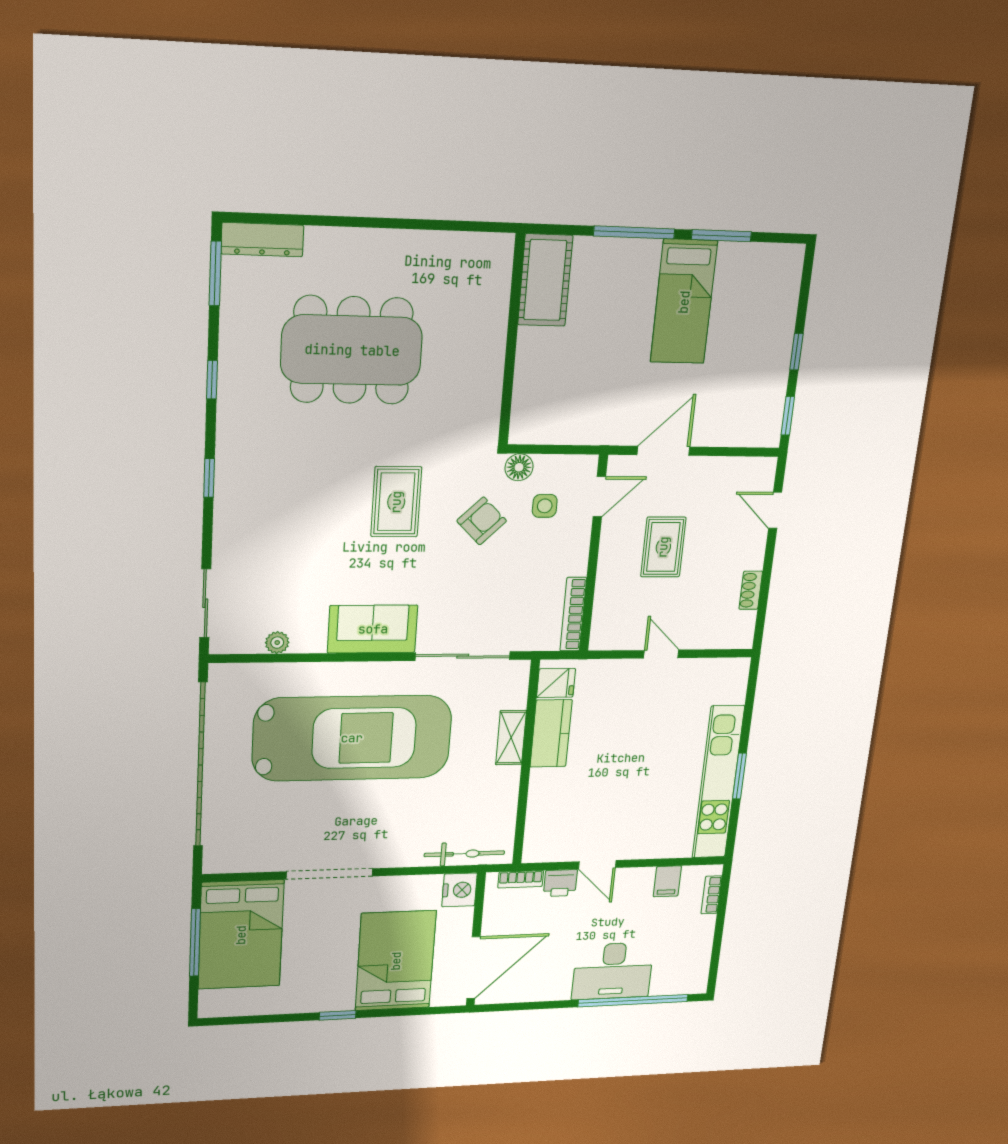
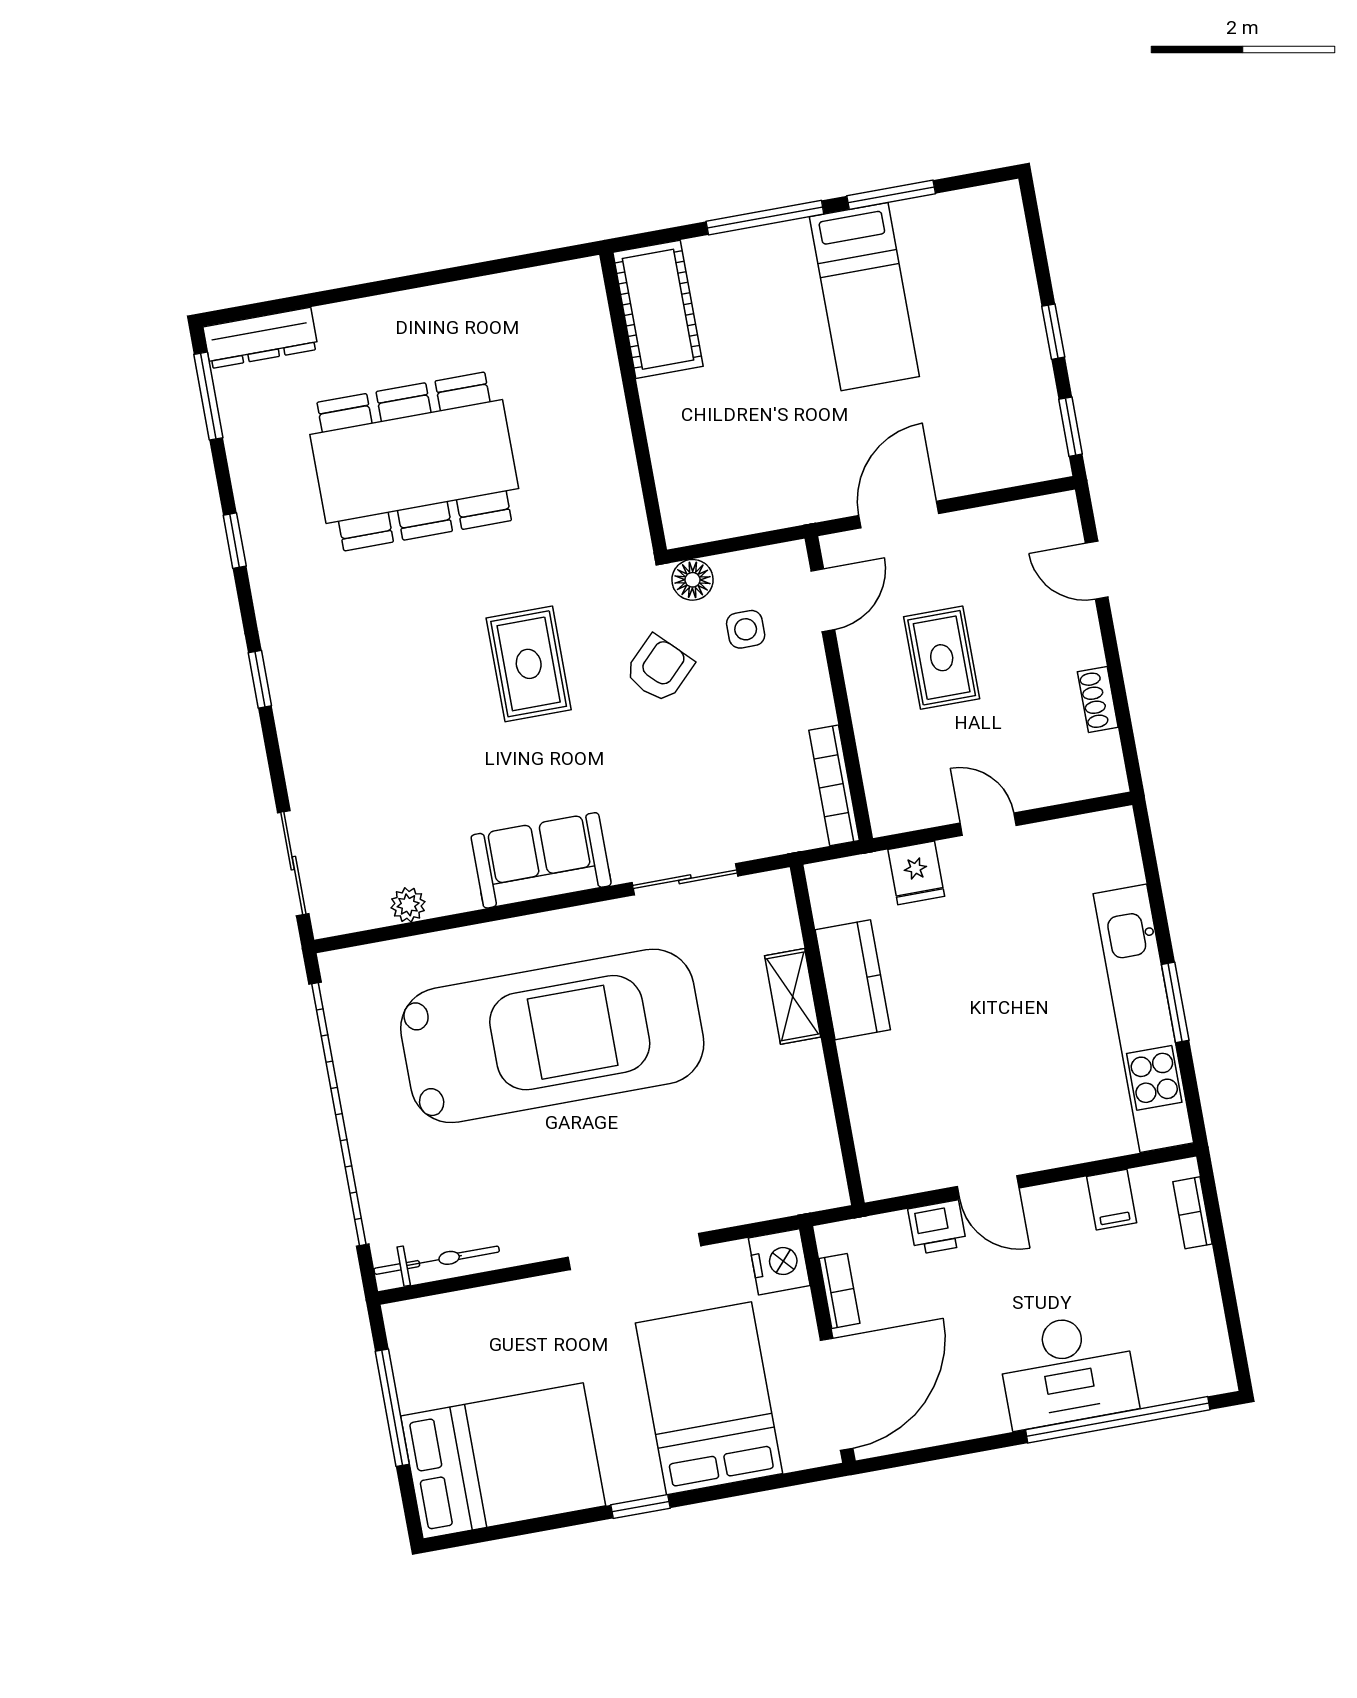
sliding door: (463, 656) -> (685, 879), width x0.73
fridge: (556, 683) -> (916, 873), moved, turned 90
bicycle: (464, 854) -> (437, 1260), moved
doorway: (329, 874) -> (634, 1252), moved
bookcase: (521, 879) -> (839, 1291), moved, turned -90
bed: (241, 935) -> (503, 1461), moved, turned -90

